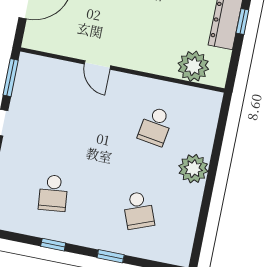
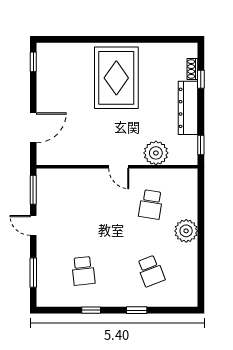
window: (242, 22) -> (201, 145), moved
door: (97, 65) -> (119, 167), moved
plant: (193, 66) -> (156, 153), moved

